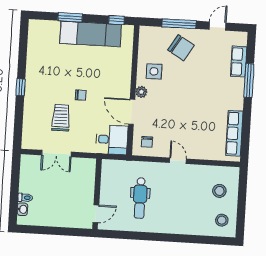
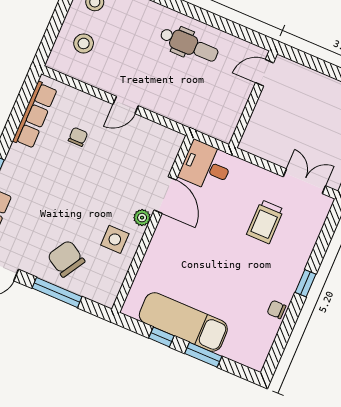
window: (117, 20) -> (161, 337), moved
chair: (81, 95) -> (276, 309), moved
chair: (147, 142) -> (78, 137), moved
double door: (57, 154) -> (304, 181), moved
door: (178, 161) -> (126, 105), hinge flipped
dental chair: (140, 198) -> (189, 45), moved, turned 90

